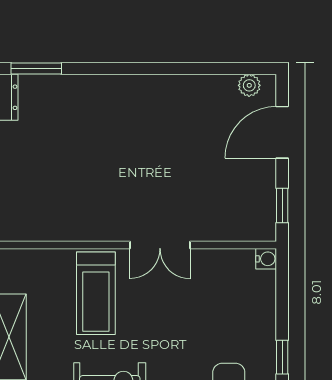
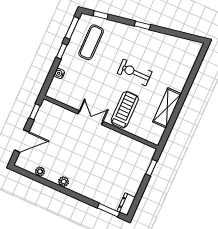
plant: (249, 85) -> (40, 172), moved
plant: (157, 86) -> (64, 182), added
water cooler: (266, 259) -> (59, 74), moved

